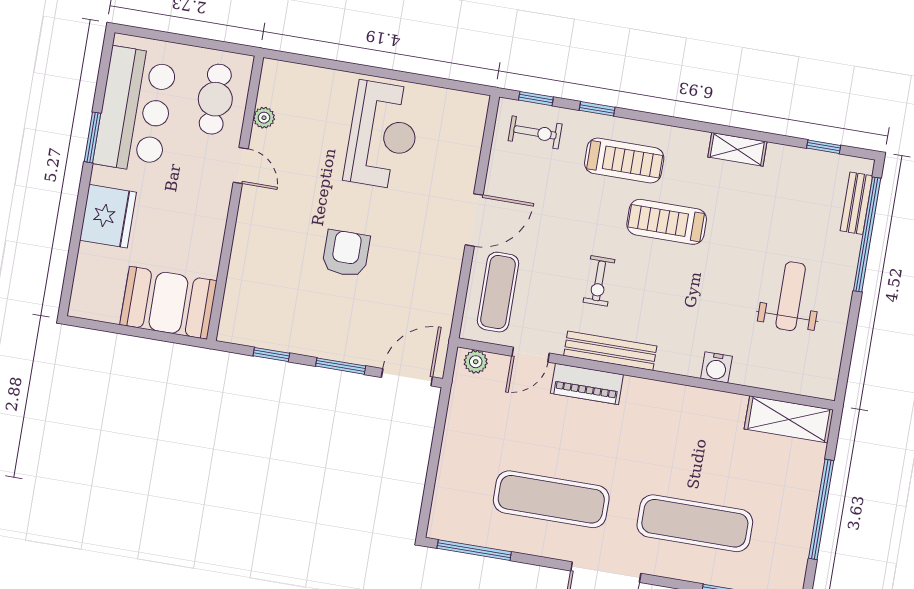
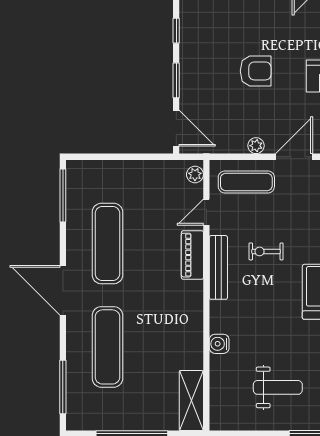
door: (474, 220) -> (294, 157), swing flipped
plant: (450, 270) -> (256, 146), added
door: (531, 355) -> (206, 212), hinge flipped

